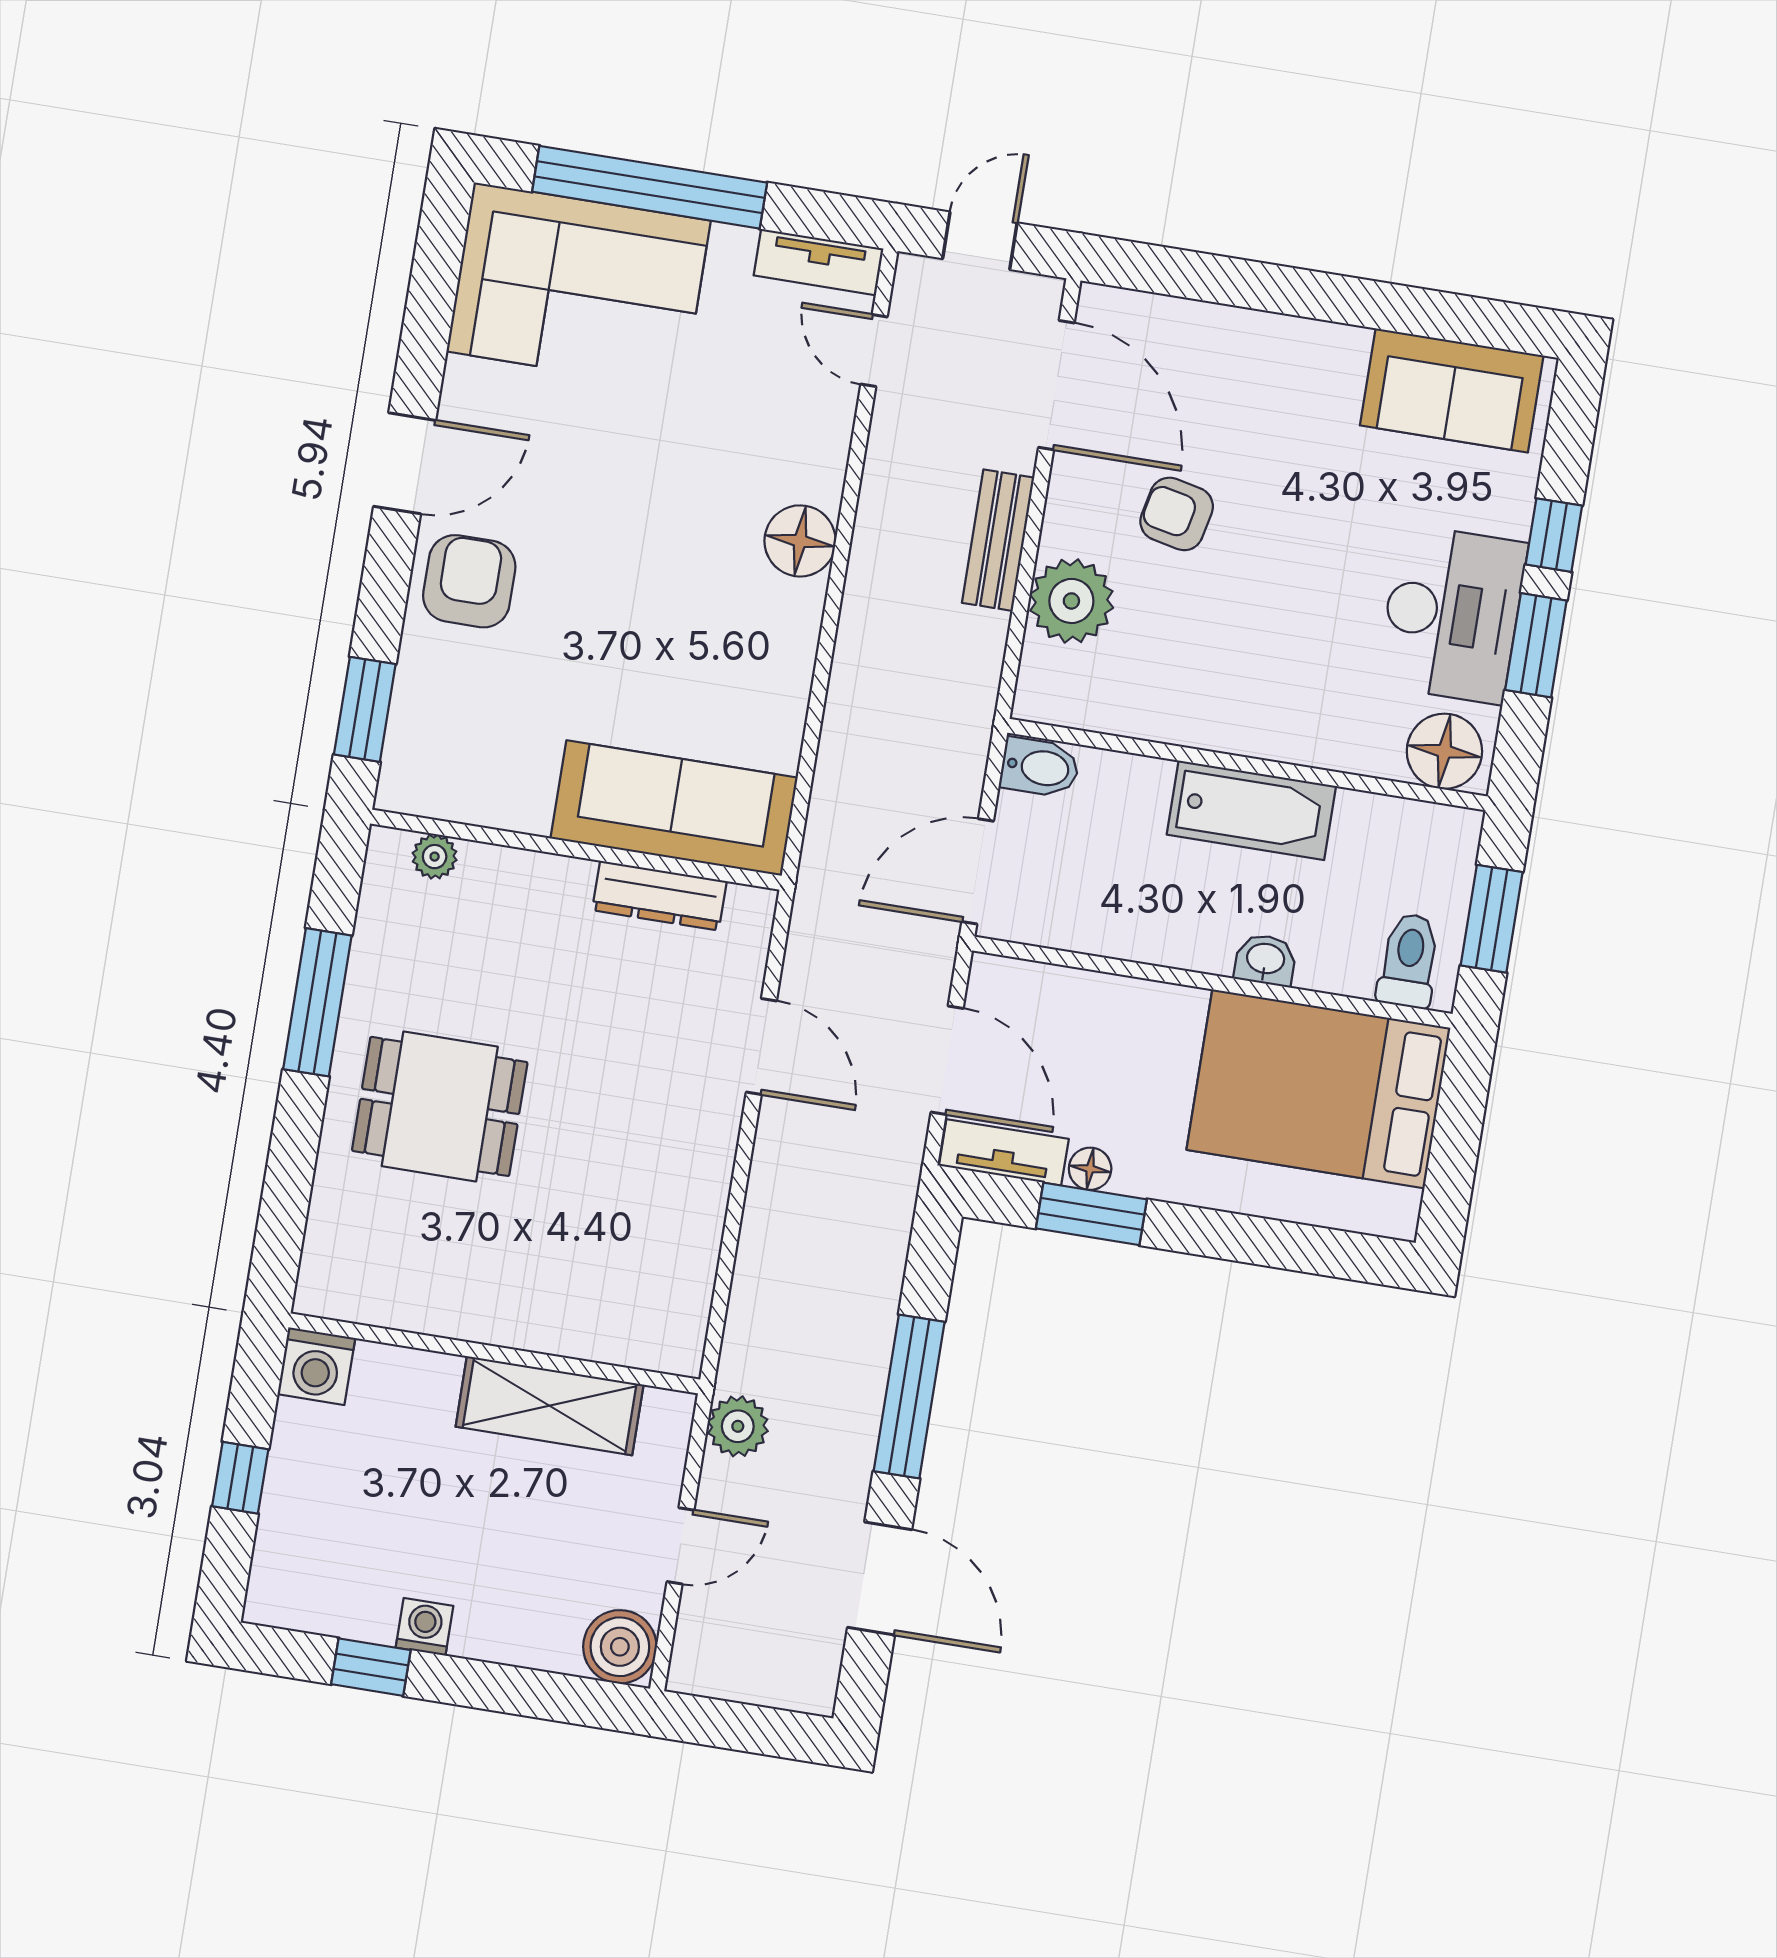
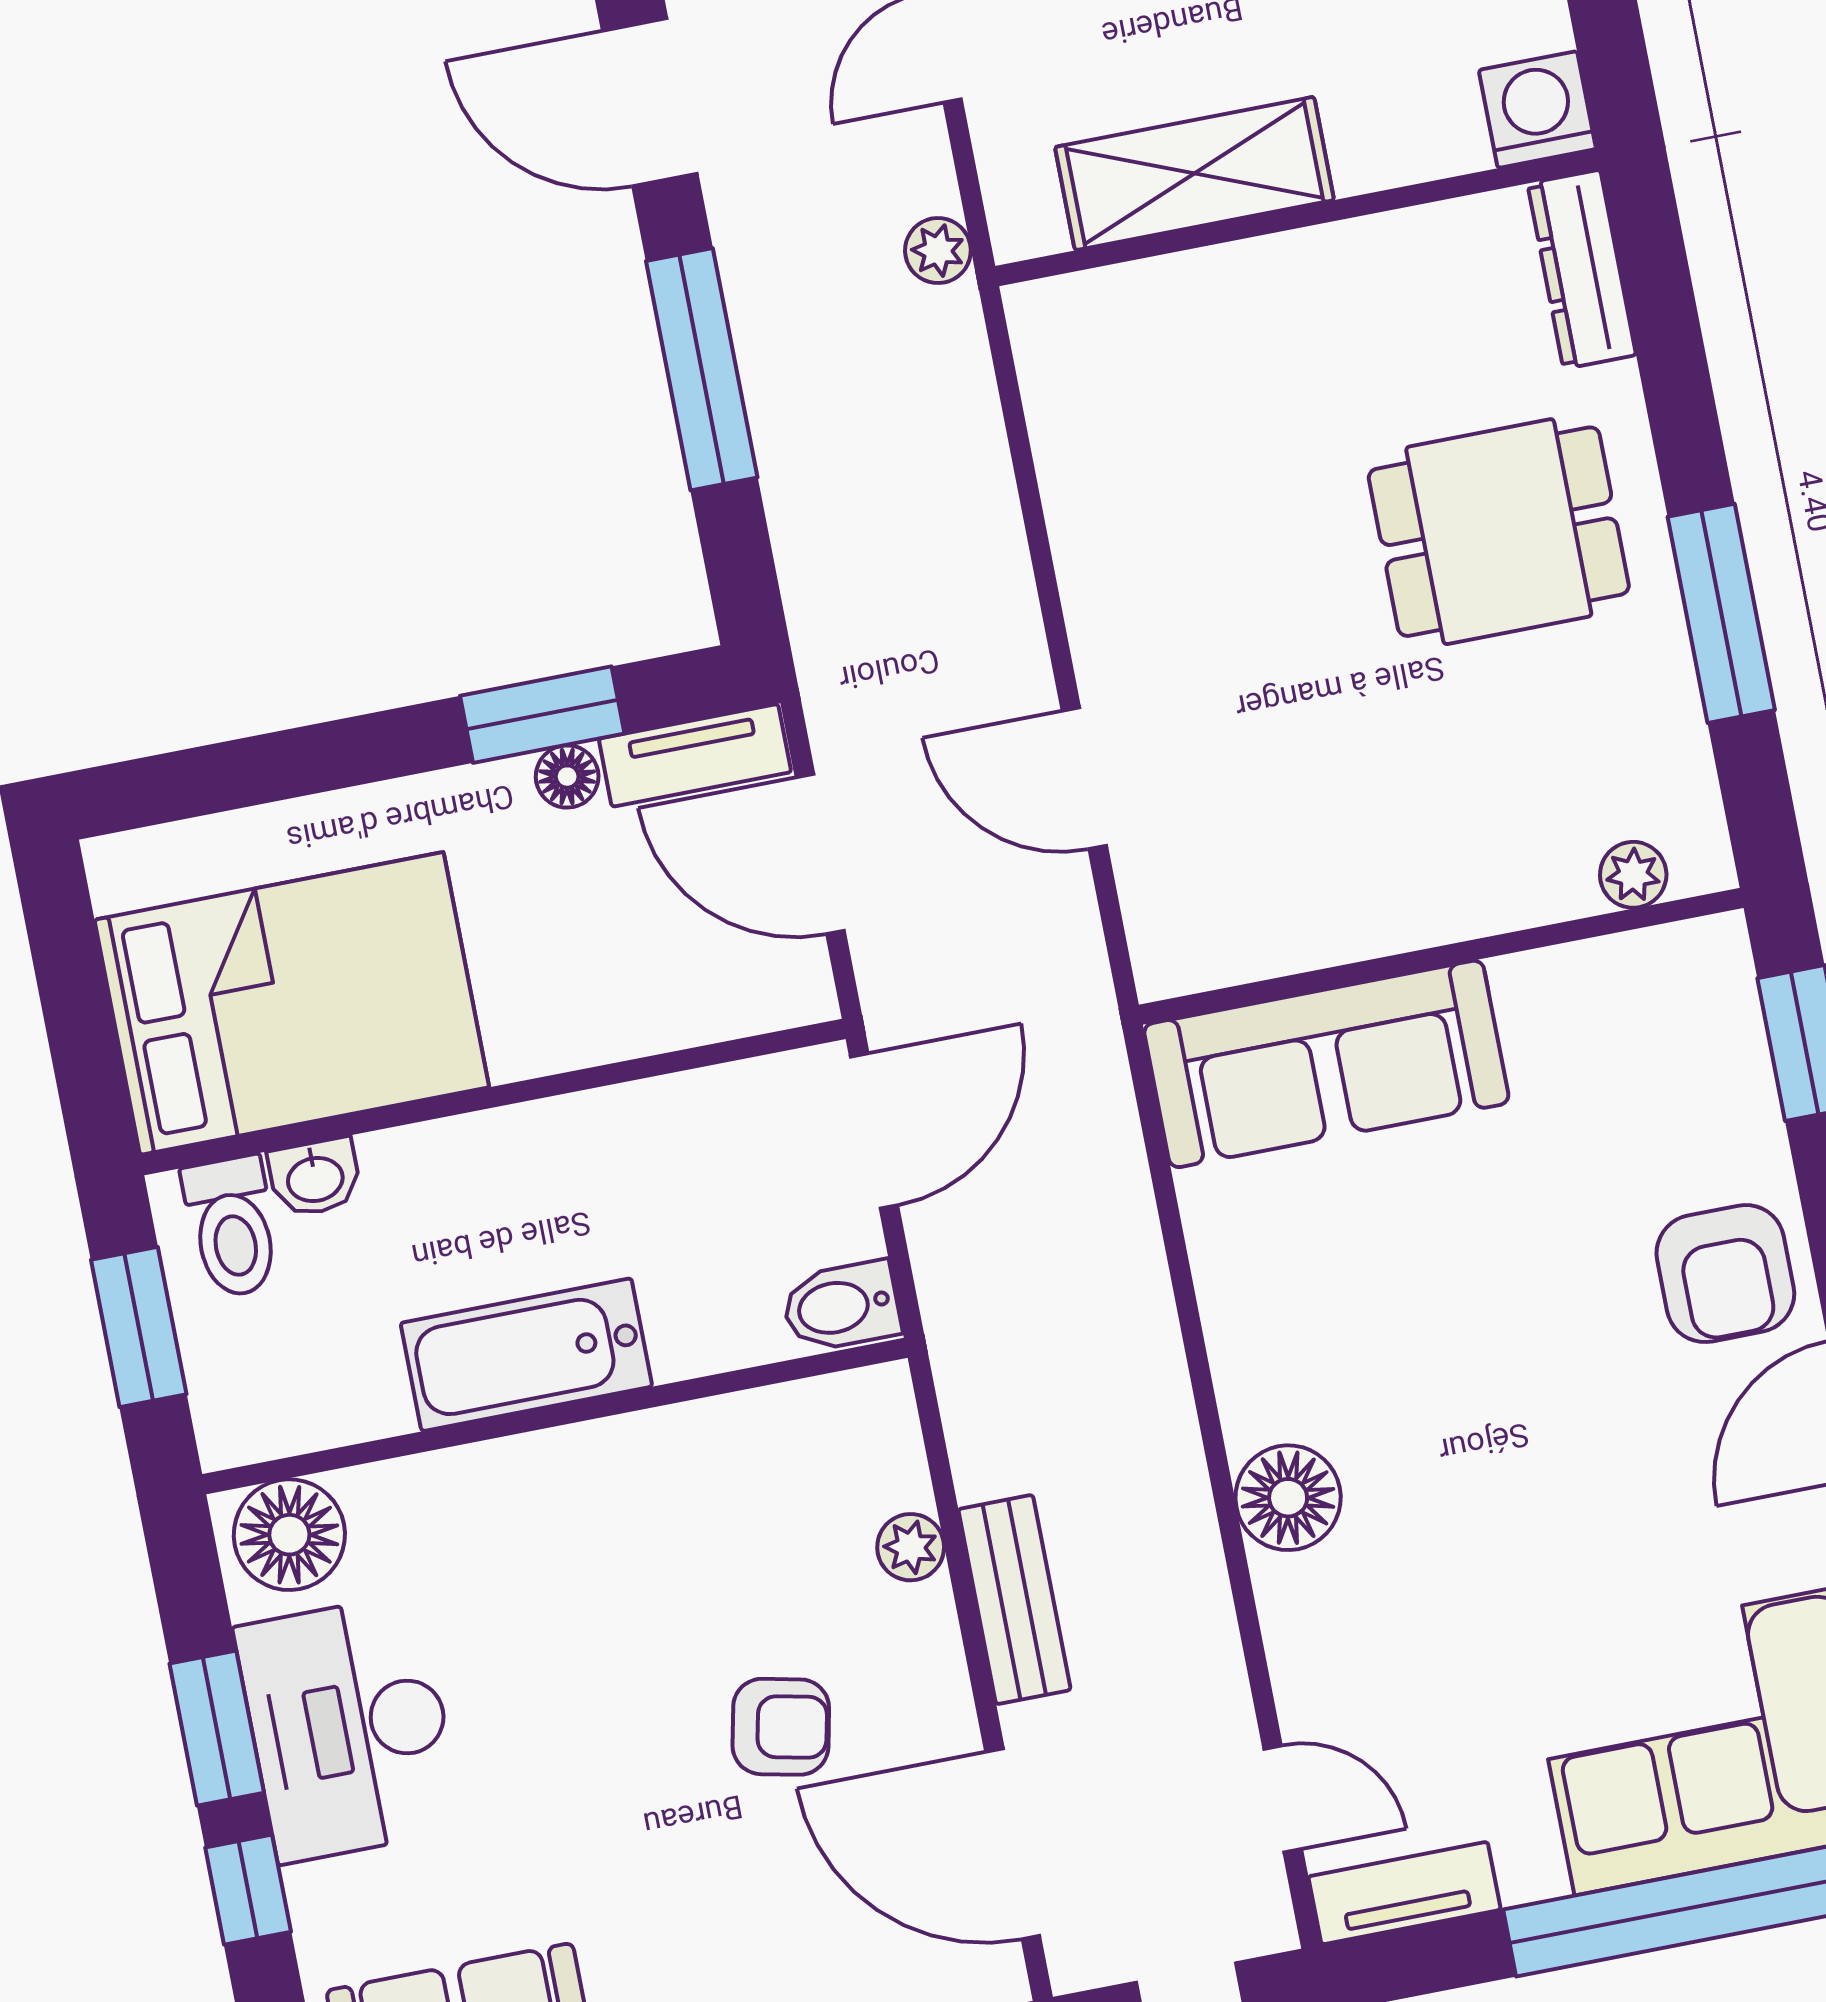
plant: (1071, 601) -> (911, 1547), width x0.53, depth x0.53
dresser: (659, 896) -> (1582, 269), moved, turned -90
washbasin: (1265, 960) -> (315, 1177), moved
plant: (738, 1426) -> (938, 251), width x0.73, depth x0.73

